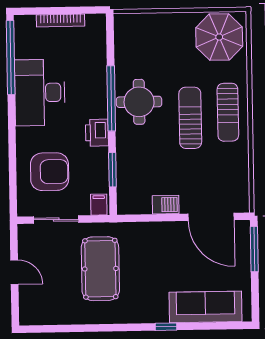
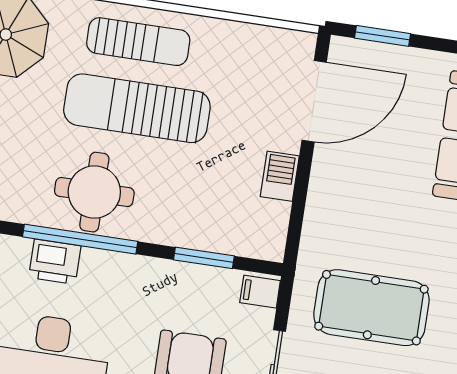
sun lounger: (190, 118) -> (137, 108), width x1.36, depth x1.34
printer: (97, 133) -> (55, 262), moved
window: (254, 249) -> (383, 36), width x0.69

